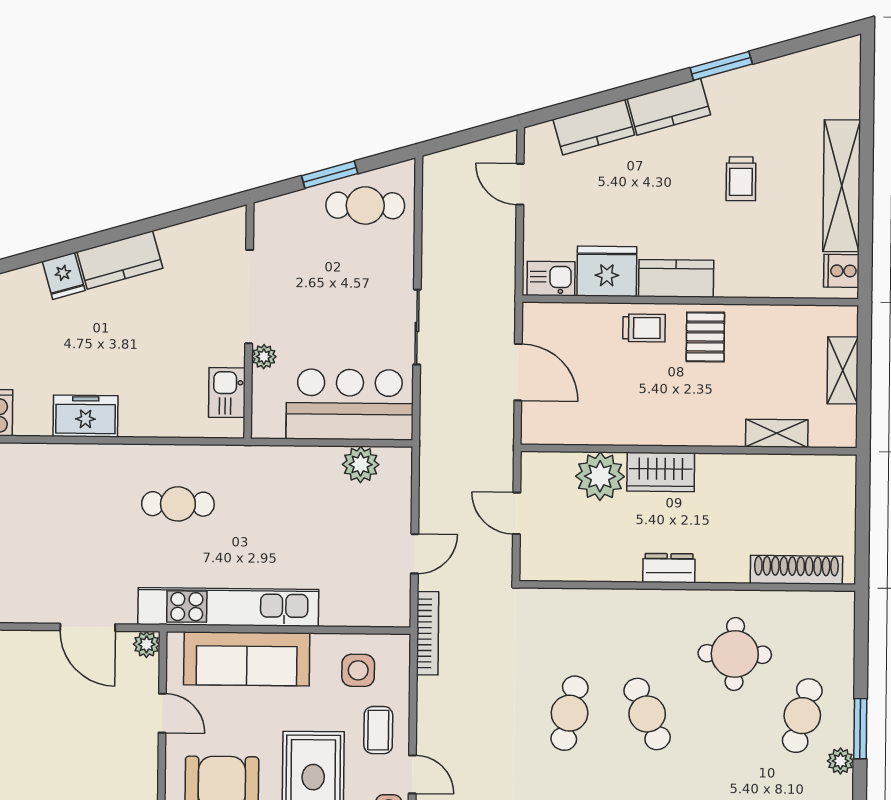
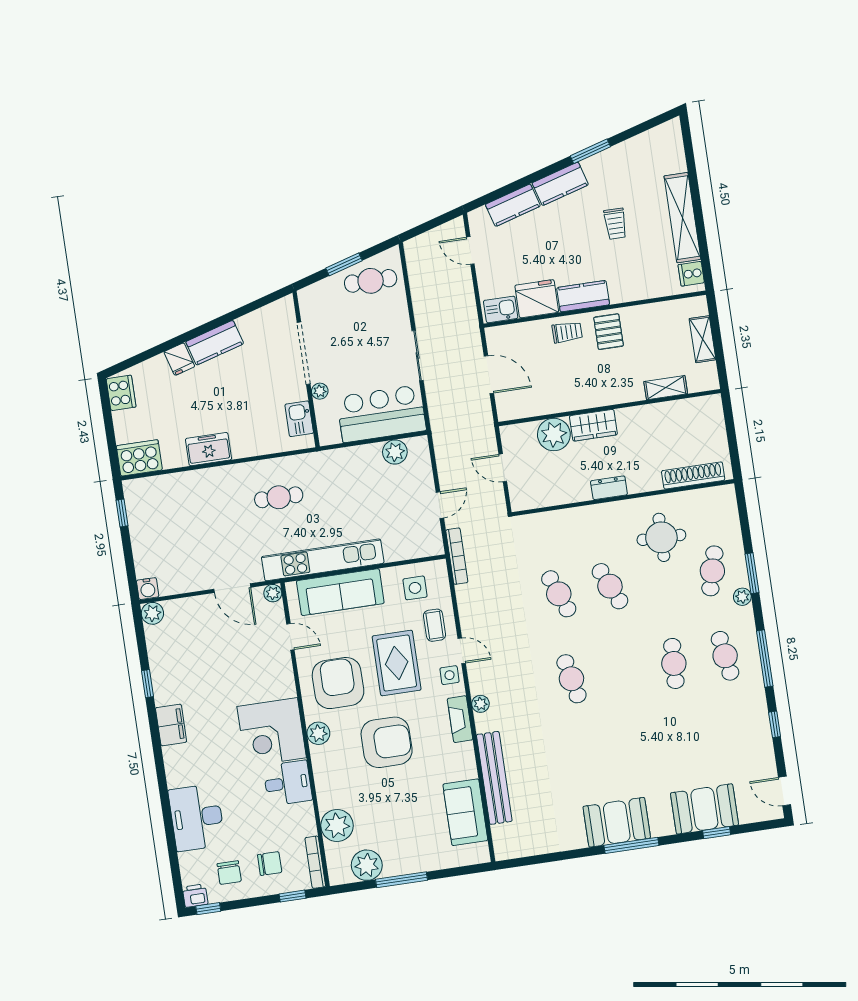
cafe table: (570, 713) -> (559, 594), turned -33

